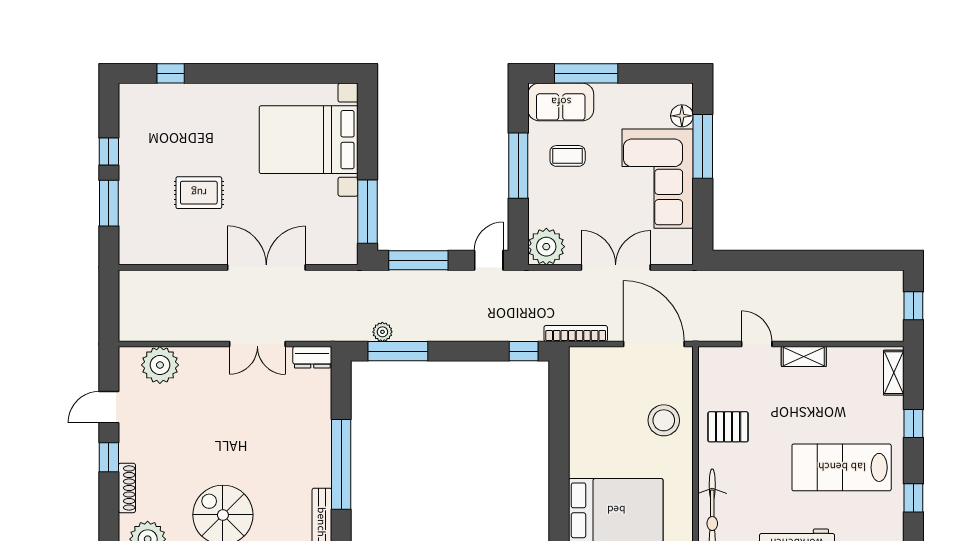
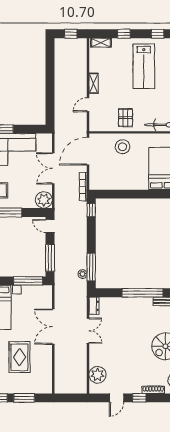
rug: (199, 193) -> (19, 357), width x1.36, depth x1.43
door: (109, 407) -> (117, 398), hinge flipped

